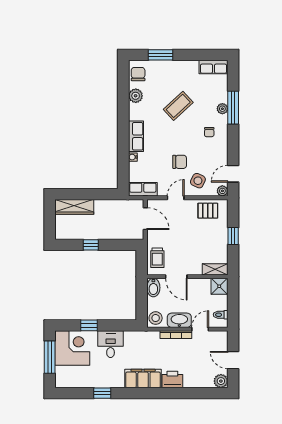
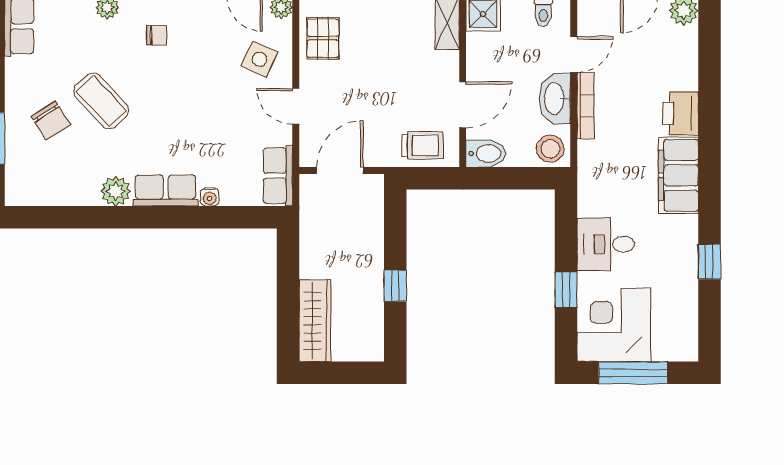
chair: (138, 74) -> (51, 120), moved, turned -122
plant: (136, 96) -> (116, 191), moved
chair: (180, 162) -> (220, 98), removed
door: (200, 329) -> (574, 54), swing flipped

